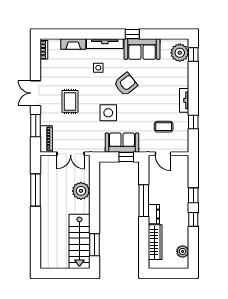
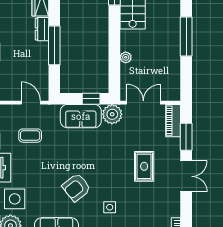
side table: (108, 113) -> (15, 199), moved
plant: (96, 144) -> (112, 114), added
window: (126, 157) -> (91, 99), moved
window: (36, 190) -> (186, 36), moved
plant: (81, 191) -> (126, 57), width x0.53, depth x0.53

